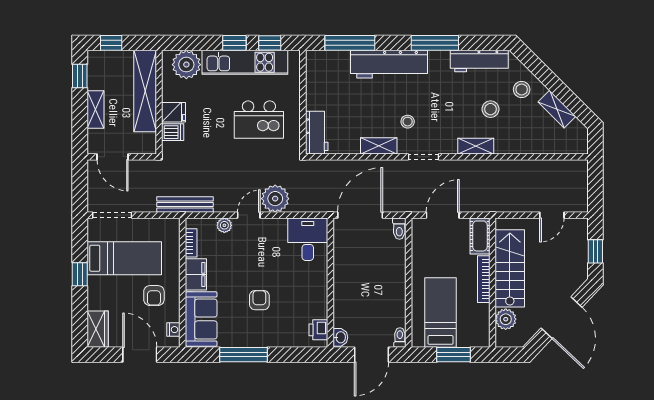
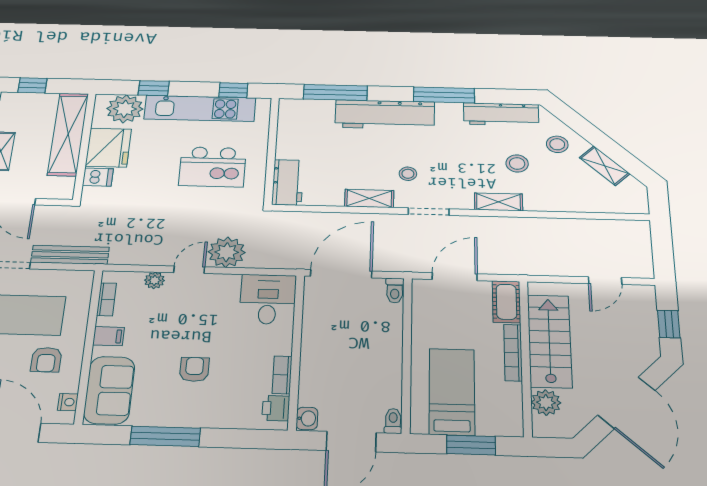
window: (234, 43) -> (154, 88), moved
fridge: (174, 112) -> (108, 148), width x1.88, depth x1.34
bench: (185, 205) -> (70, 255), moved
filing cabinet: (196, 274) -> (108, 336), width x0.50
bookcase: (321, 303) -> (282, 375), added

